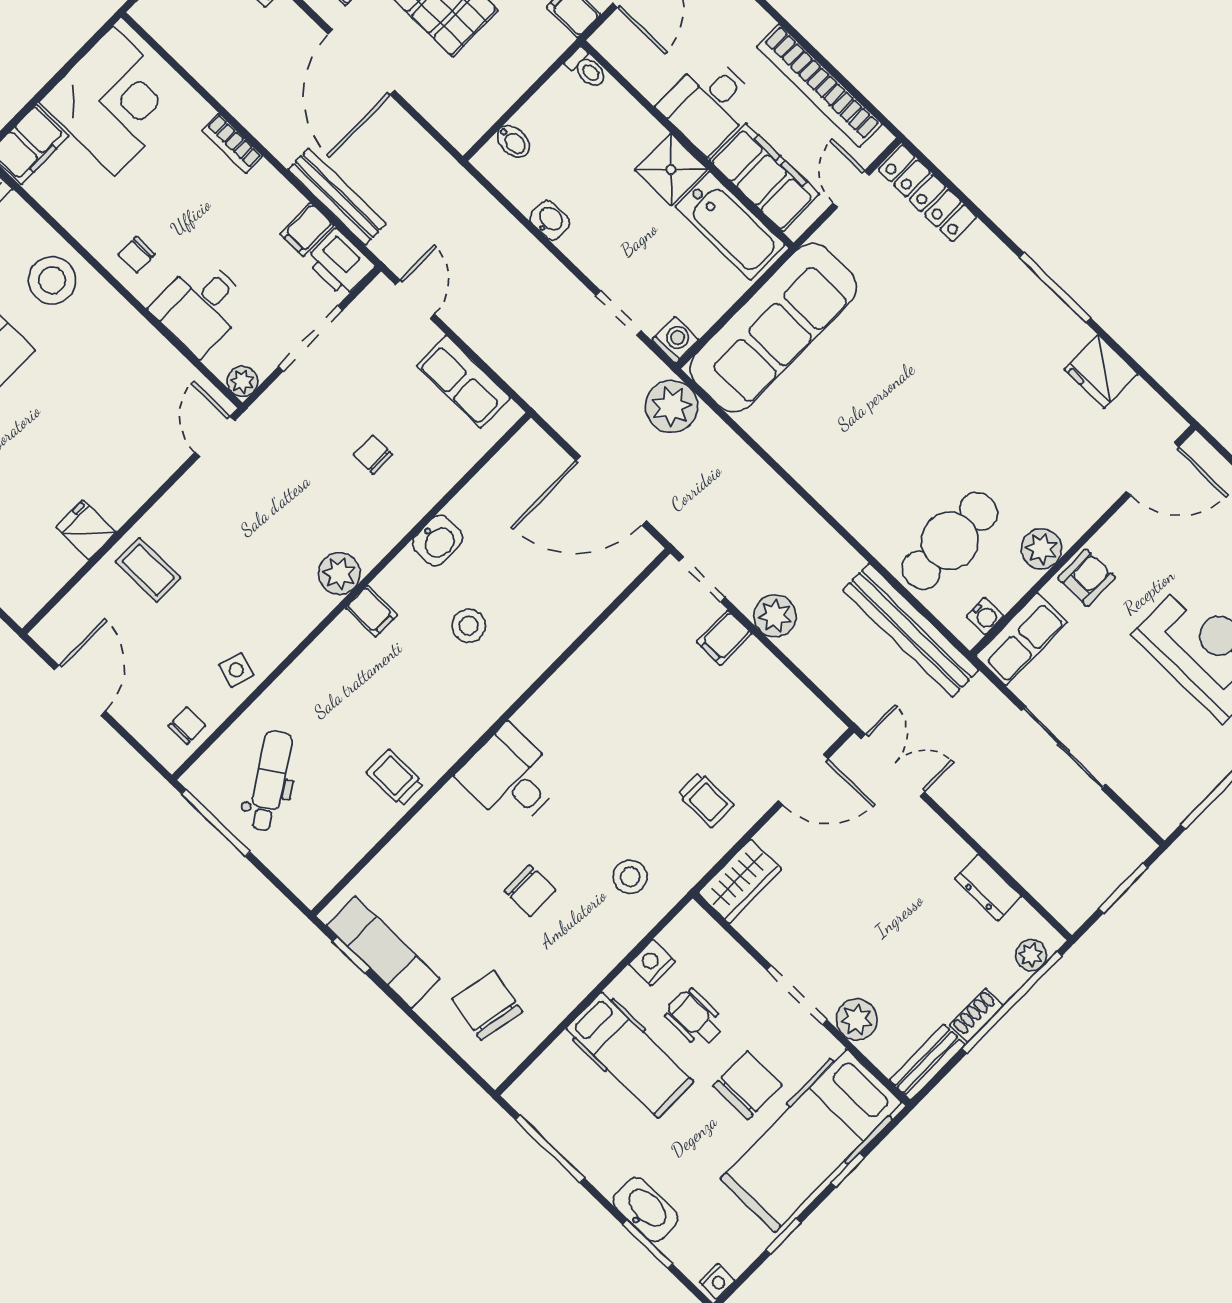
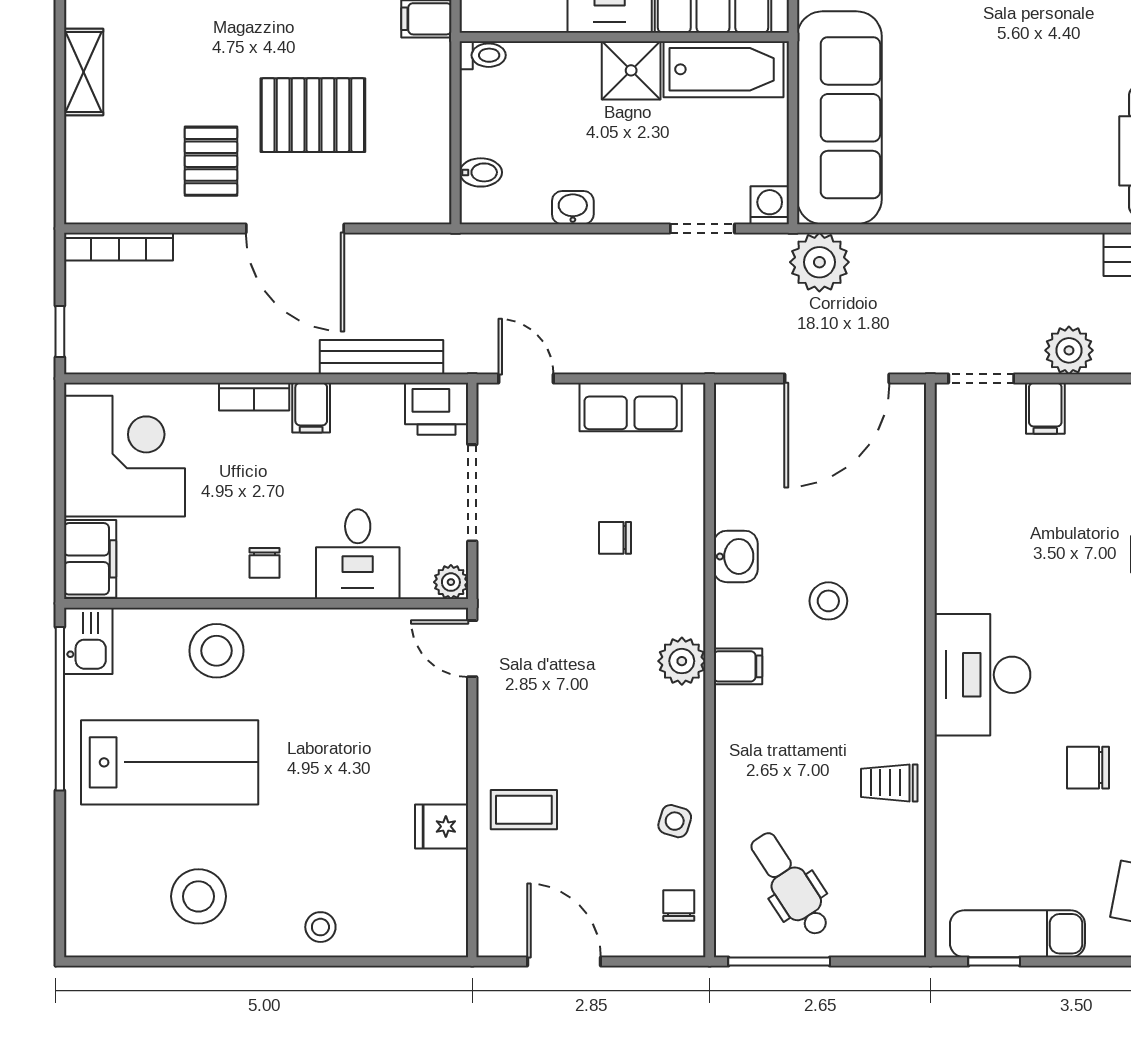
filing cabinet: (307, 229) -> (311, 408), moved
desk: (510, 778) -> (982, 675), width x1.37
chair: (530, 891) -> (1088, 768), turned 180

